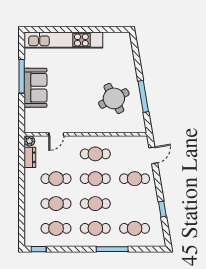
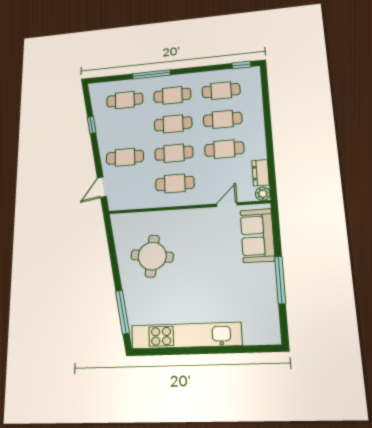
kitchen unit: (63, 40) -> (186, 335), moved
sofa: (35, 88) -> (257, 235), moved
window: (143, 96) -> (122, 312), moved
round table: (114, 98) -> (152, 256), turned 34

